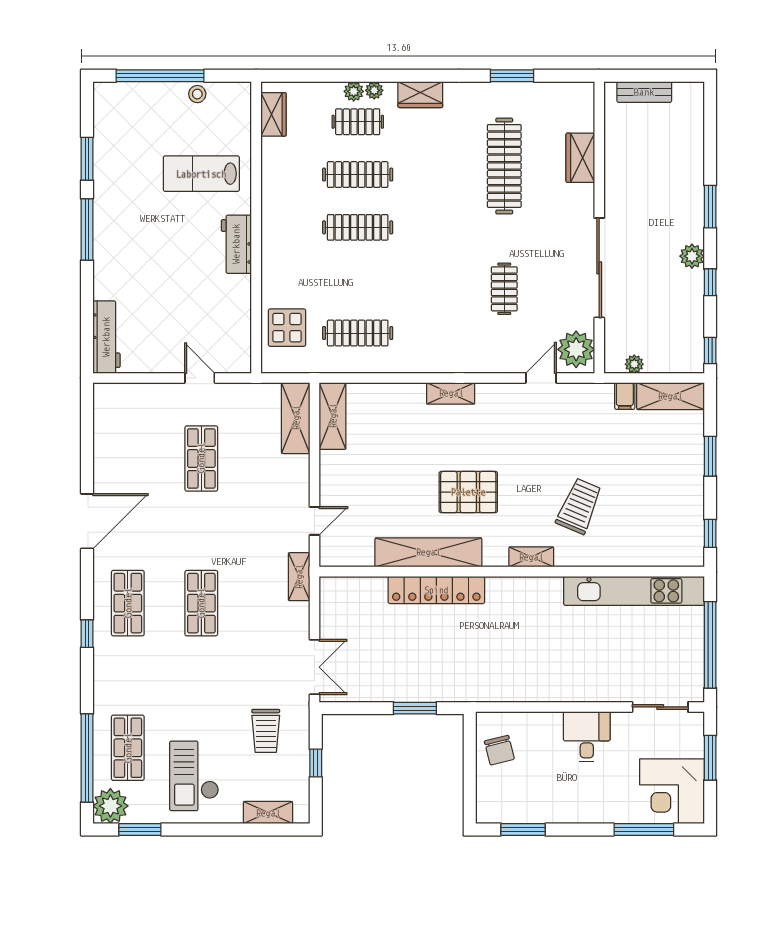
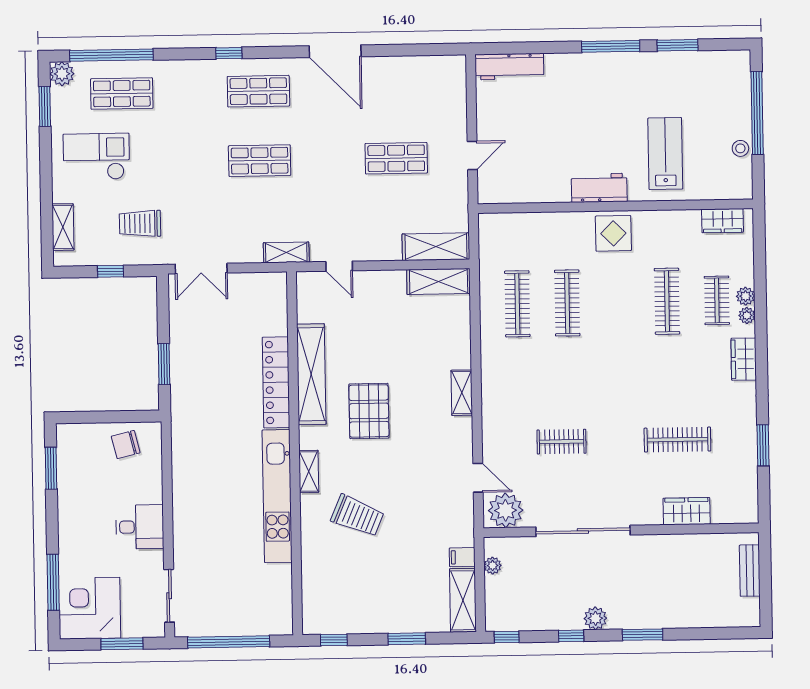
clothes rail: (504, 166) -> (677, 440), width x0.73, depth x0.76
clothes rail: (358, 227) -> (567, 303), moved
display table: (287, 328) -> (613, 233), moved
kitchen unit: (634, 591) -> (277, 496), moved
plant: (110, 806) -> (62, 74), width x0.73, depth x0.73

